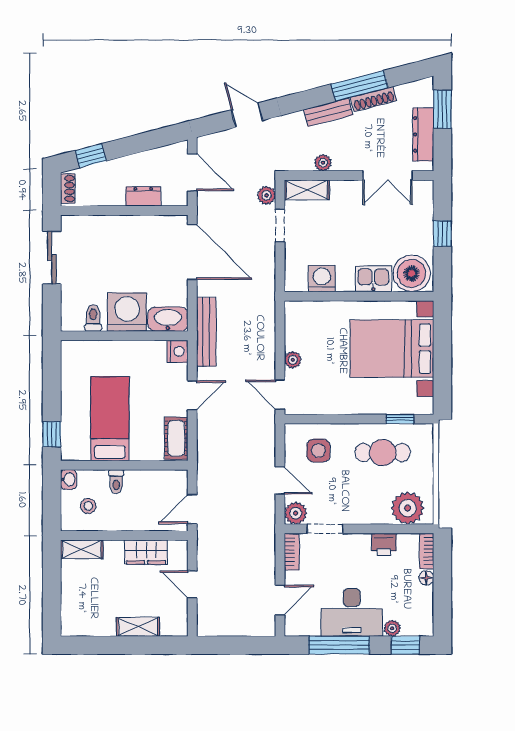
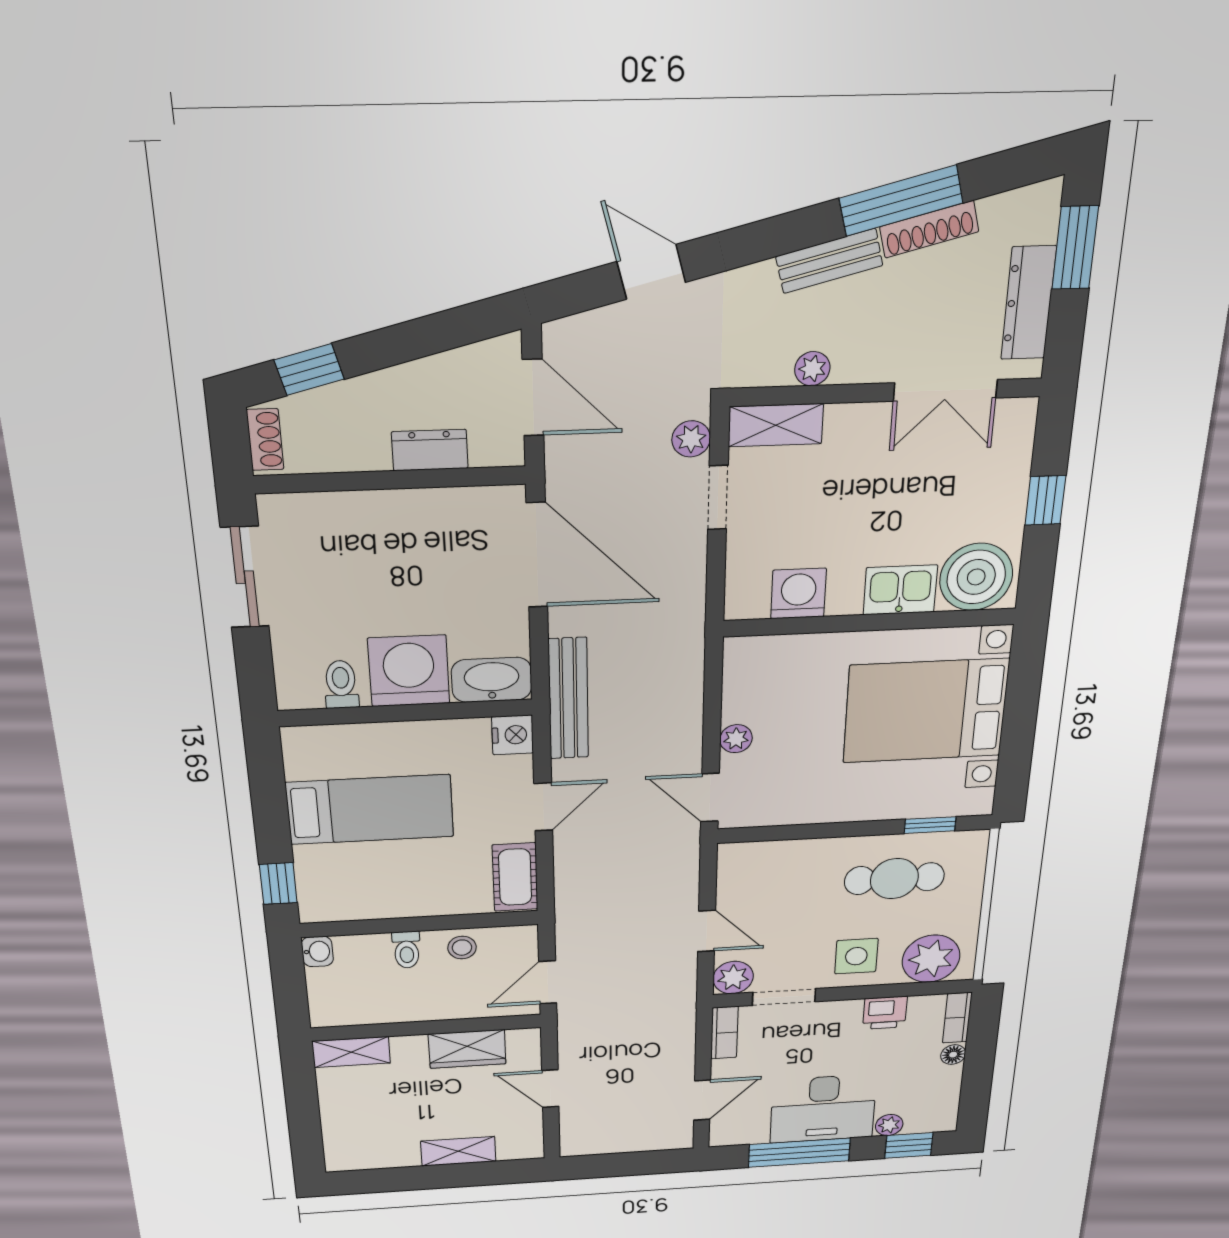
bed: (110, 419) -> (370, 810), moved, turned 90
side table: (318, 451) -> (856, 956), moved
stool: (88, 506) -> (462, 948), moved

